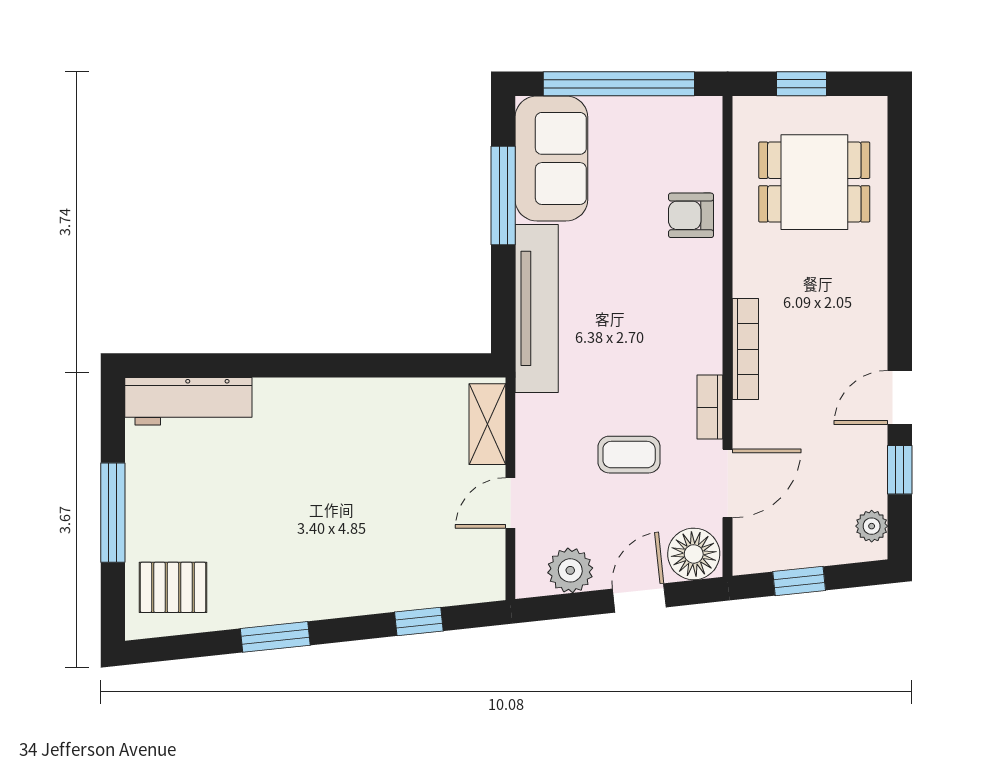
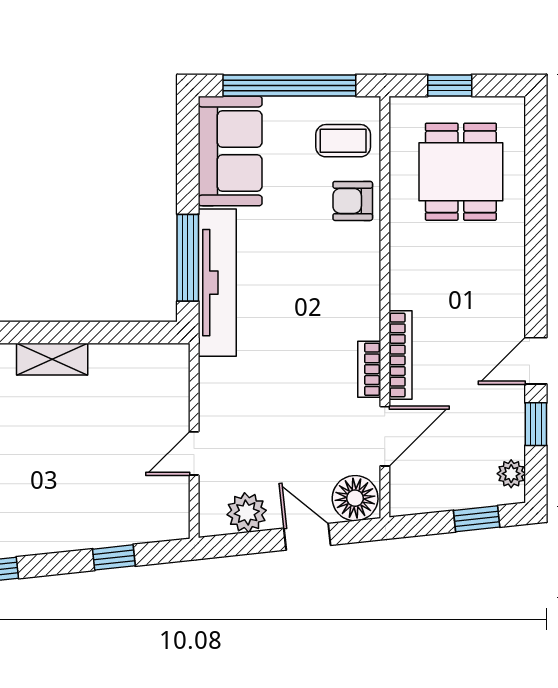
dining table: (814, 182) -> (461, 172), turned 90
window: (503, 196) -> (188, 258), moved
bookcase: (745, 349) -> (400, 355), moved
shelving: (487, 424) -> (52, 359), moved, turned 90
coffee table: (629, 455) -> (343, 141), moved
window: (799, 581) -> (477, 519), moved
door: (639, 598) -> (307, 537), hinge flipped

